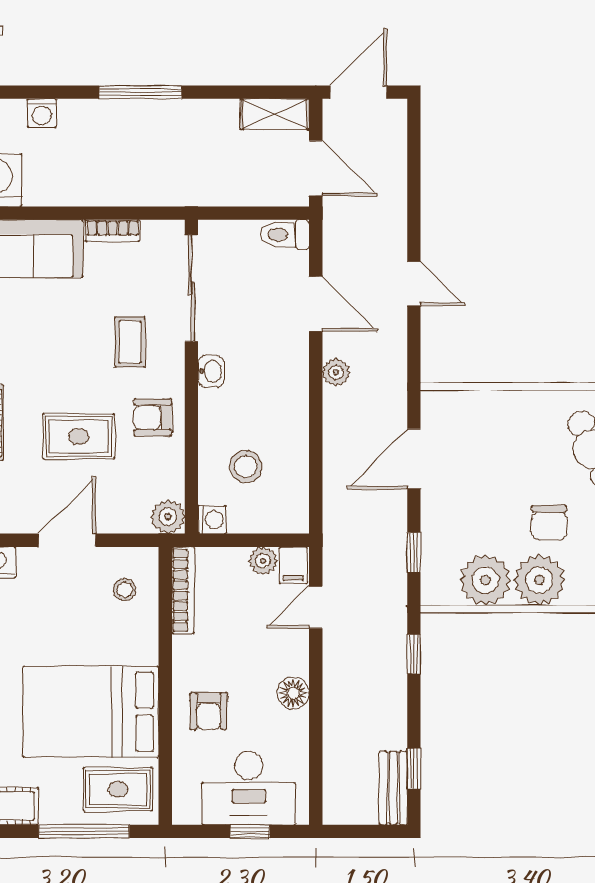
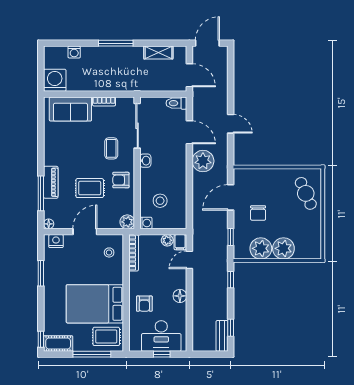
shelving: (275, 114) -> (158, 53), moved
plant: (336, 372) -> (203, 161), width x1.87, depth x1.87
chair: (549, 523) -> (258, 213), moved

